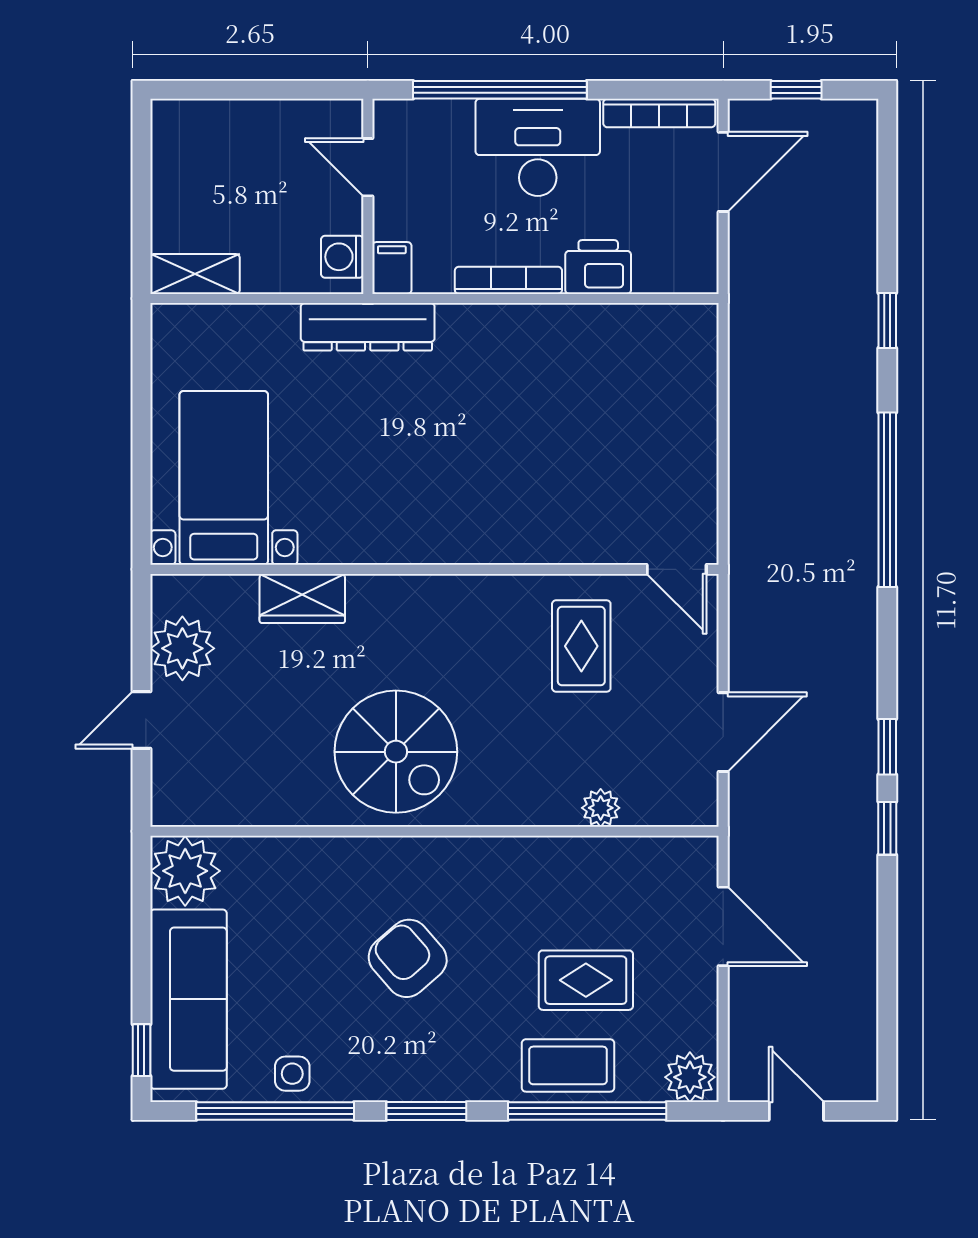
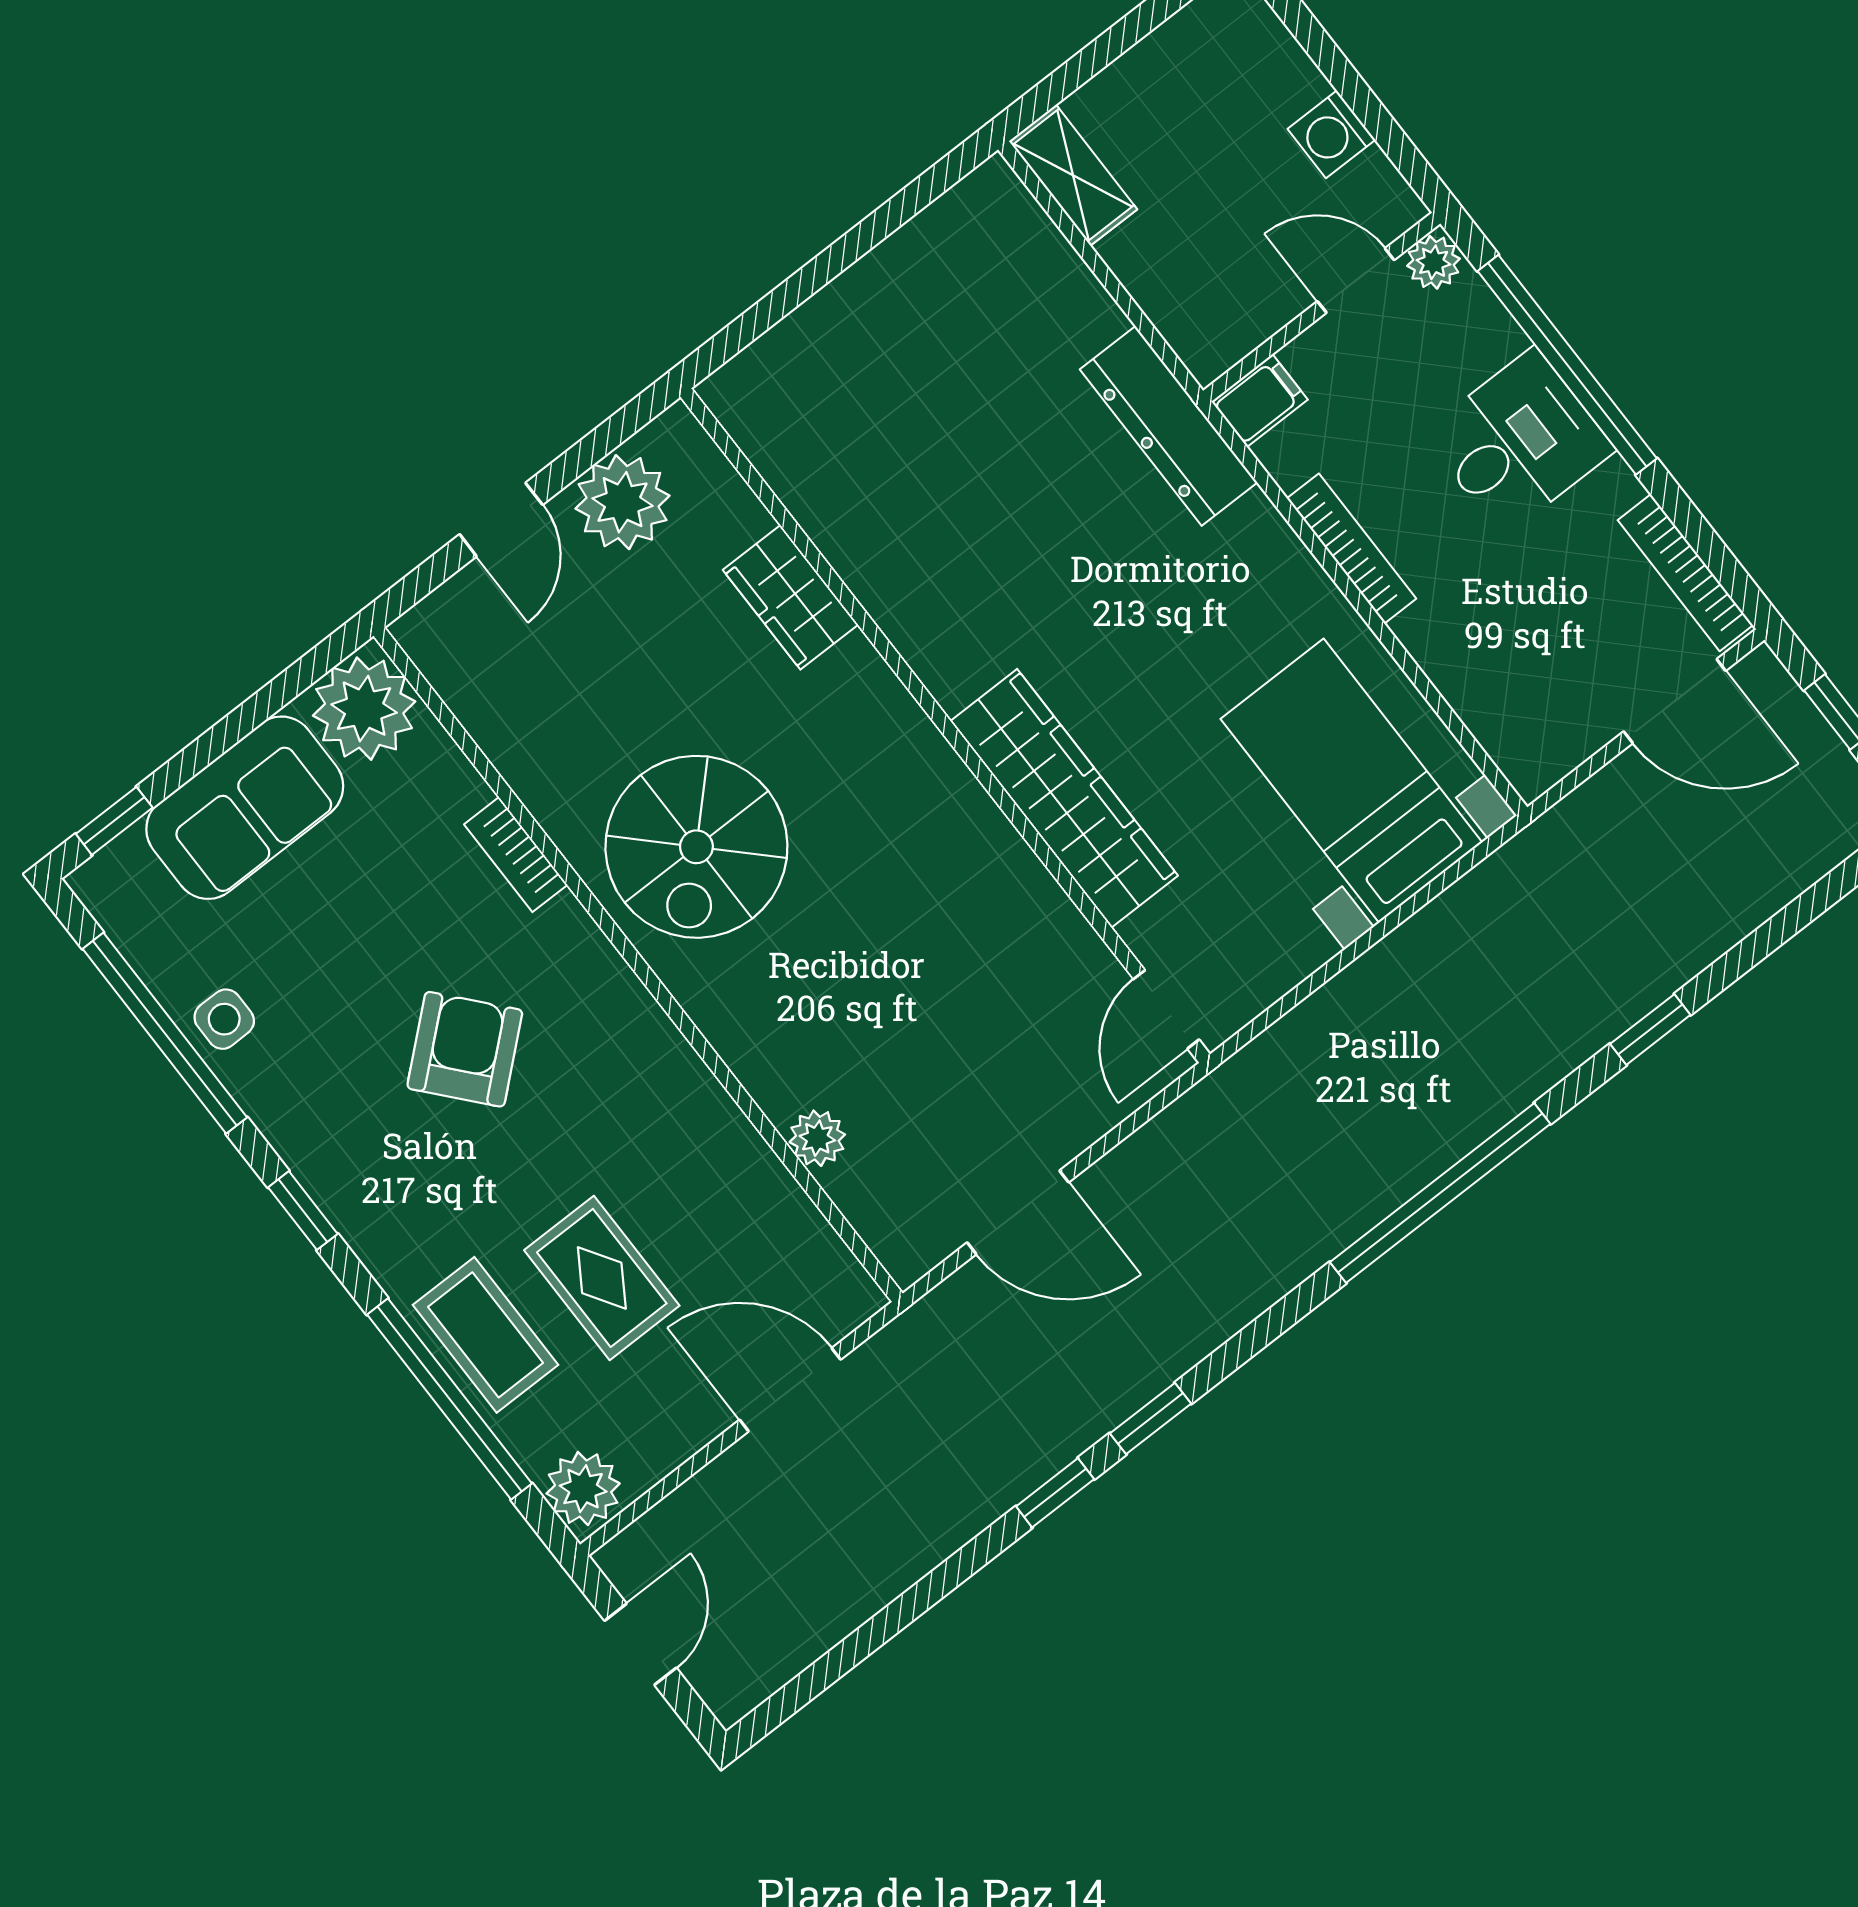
plant: (390, 118) -> (1434, 262), added
desk: (538, 147) -> (1519, 442), width x0.73
door: (368, 167) -> (1356, 281), hinge flipped
washing machine: (342, 257) -> (1331, 134), moved, turned -90
printer: (598, 267) -> (1449, 642), removed
bed with nightstands: (224, 478) -> (1351, 781), moved, turned -90
wardrobe: (522, 536) -> (1064, 798), added
rug: (581, 646) -> (989, 968), removed
door: (141, 720) -> (501, 520), swing flipped
bookcase: (325, 851) -> (516, 855), added
door: (723, 926) -> (790, 1390), swing flipped
sofa: (188, 999) -> (245, 808), width x0.73
window: (426, 1111) -> (303, 1211), width x0.67

